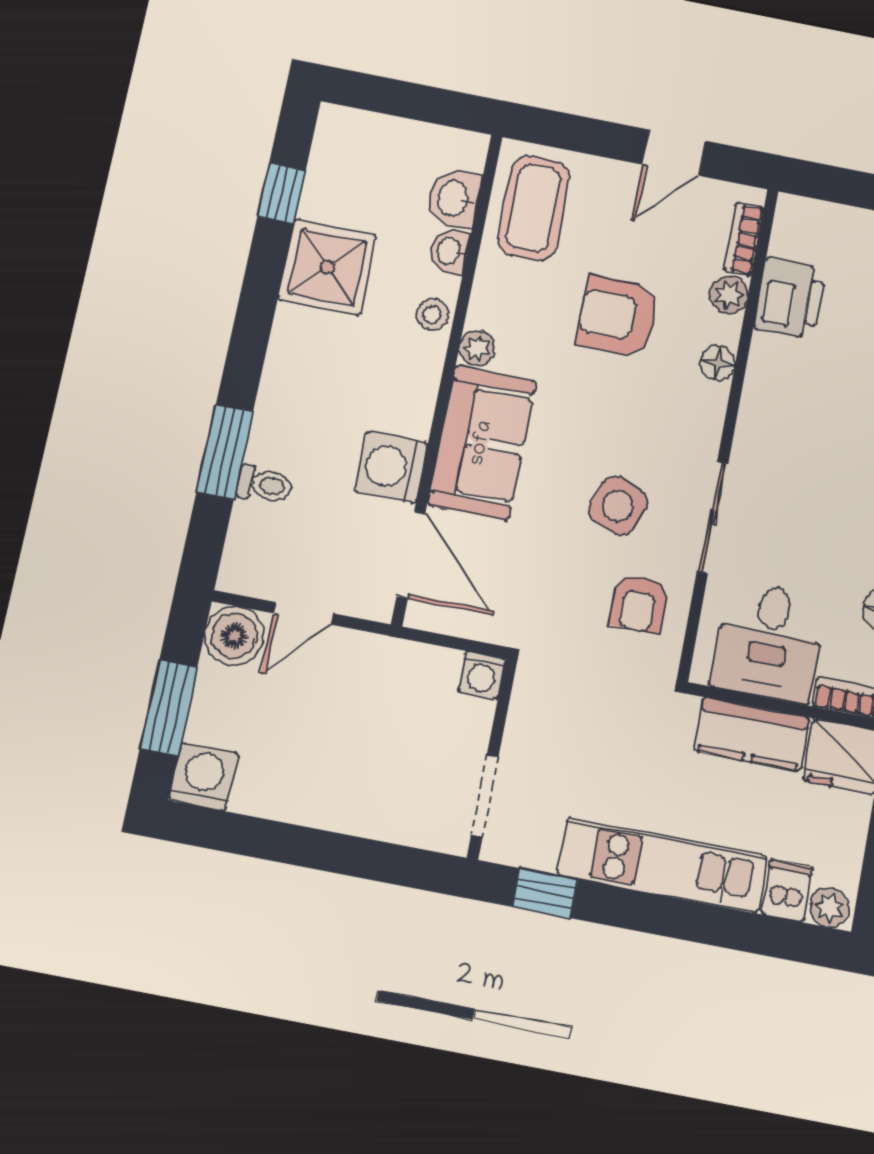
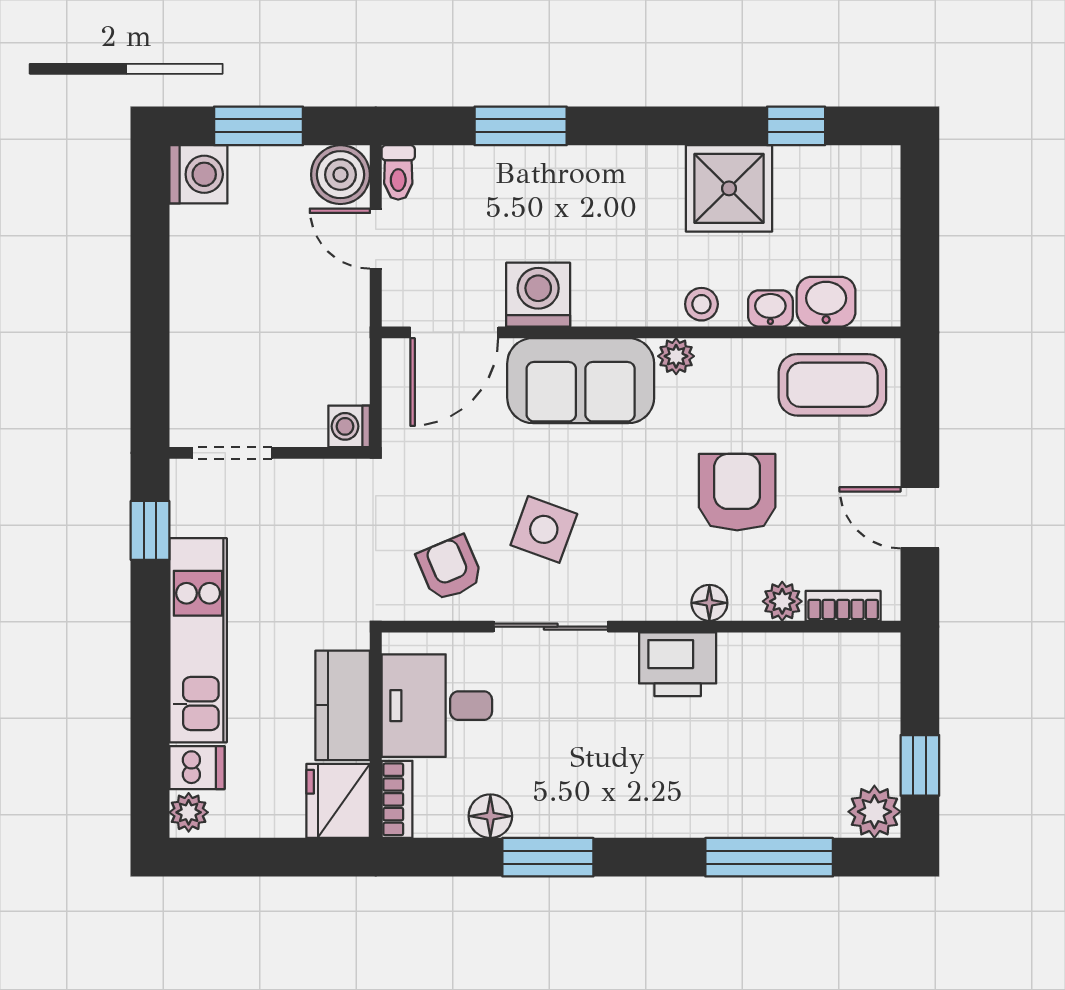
printer: (790, 298) -> (678, 664), moved
toilet: (265, 485) -> (398, 172), moved
armchair: (638, 604) -> (450, 568), turned 67

